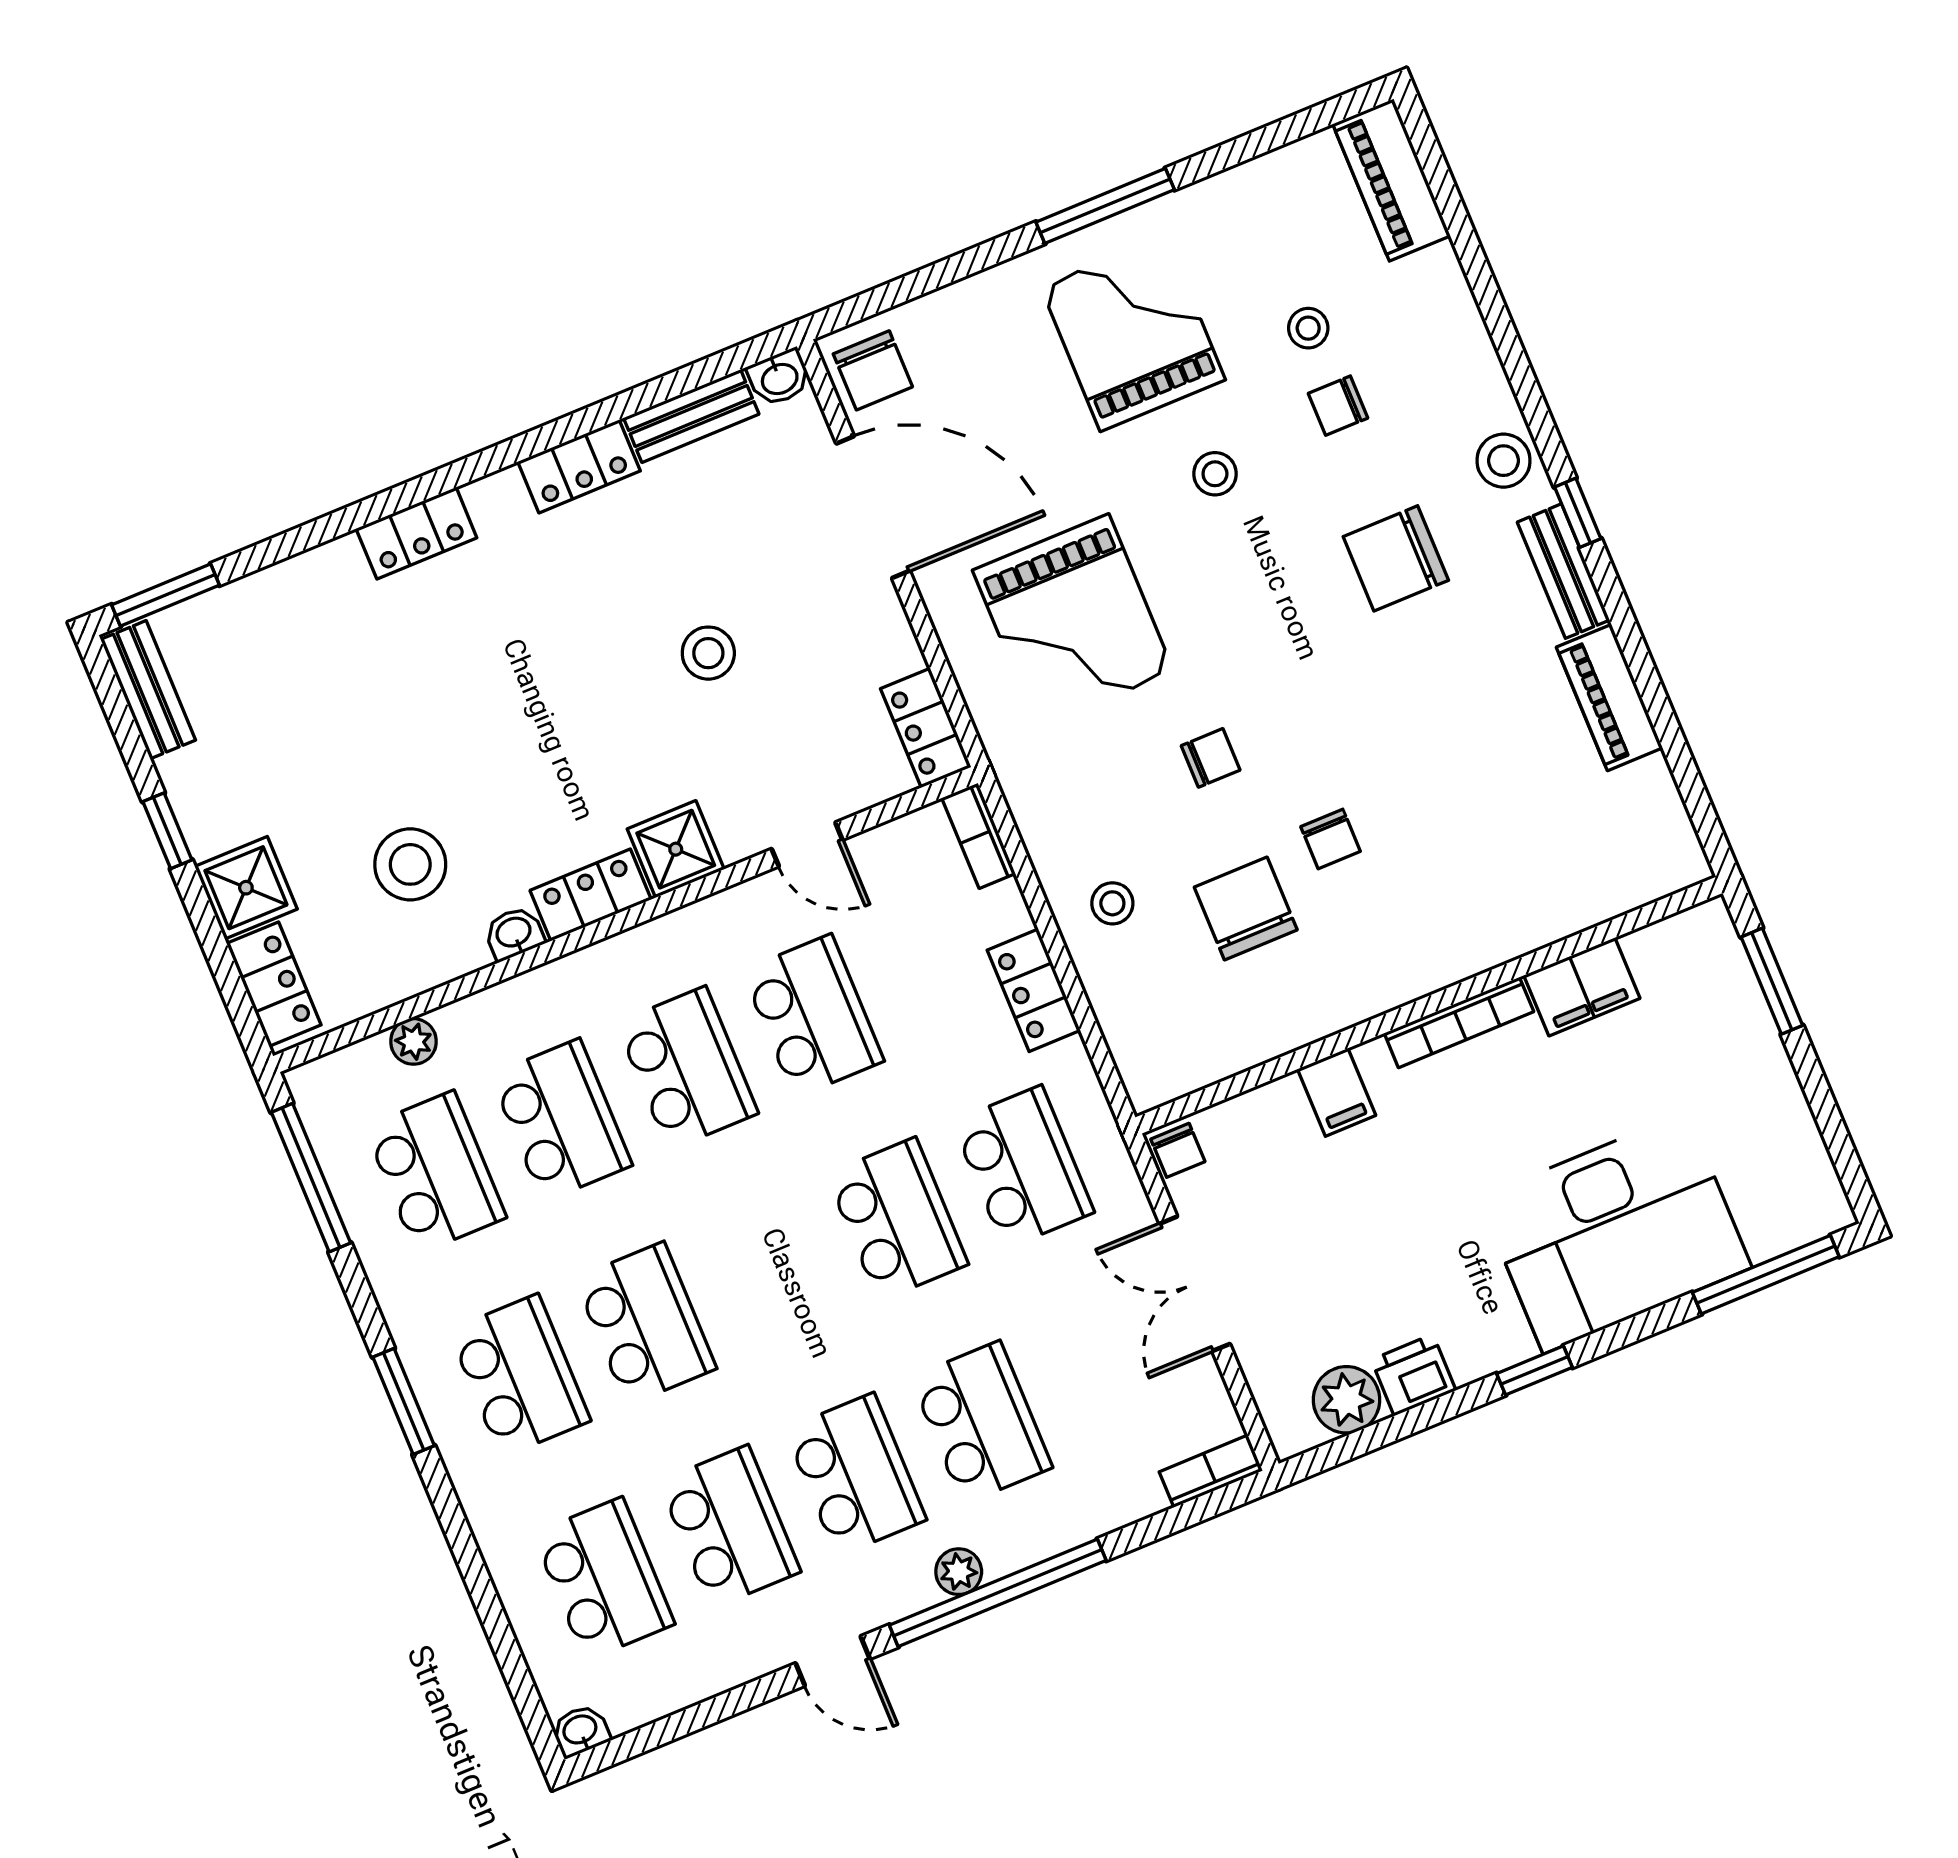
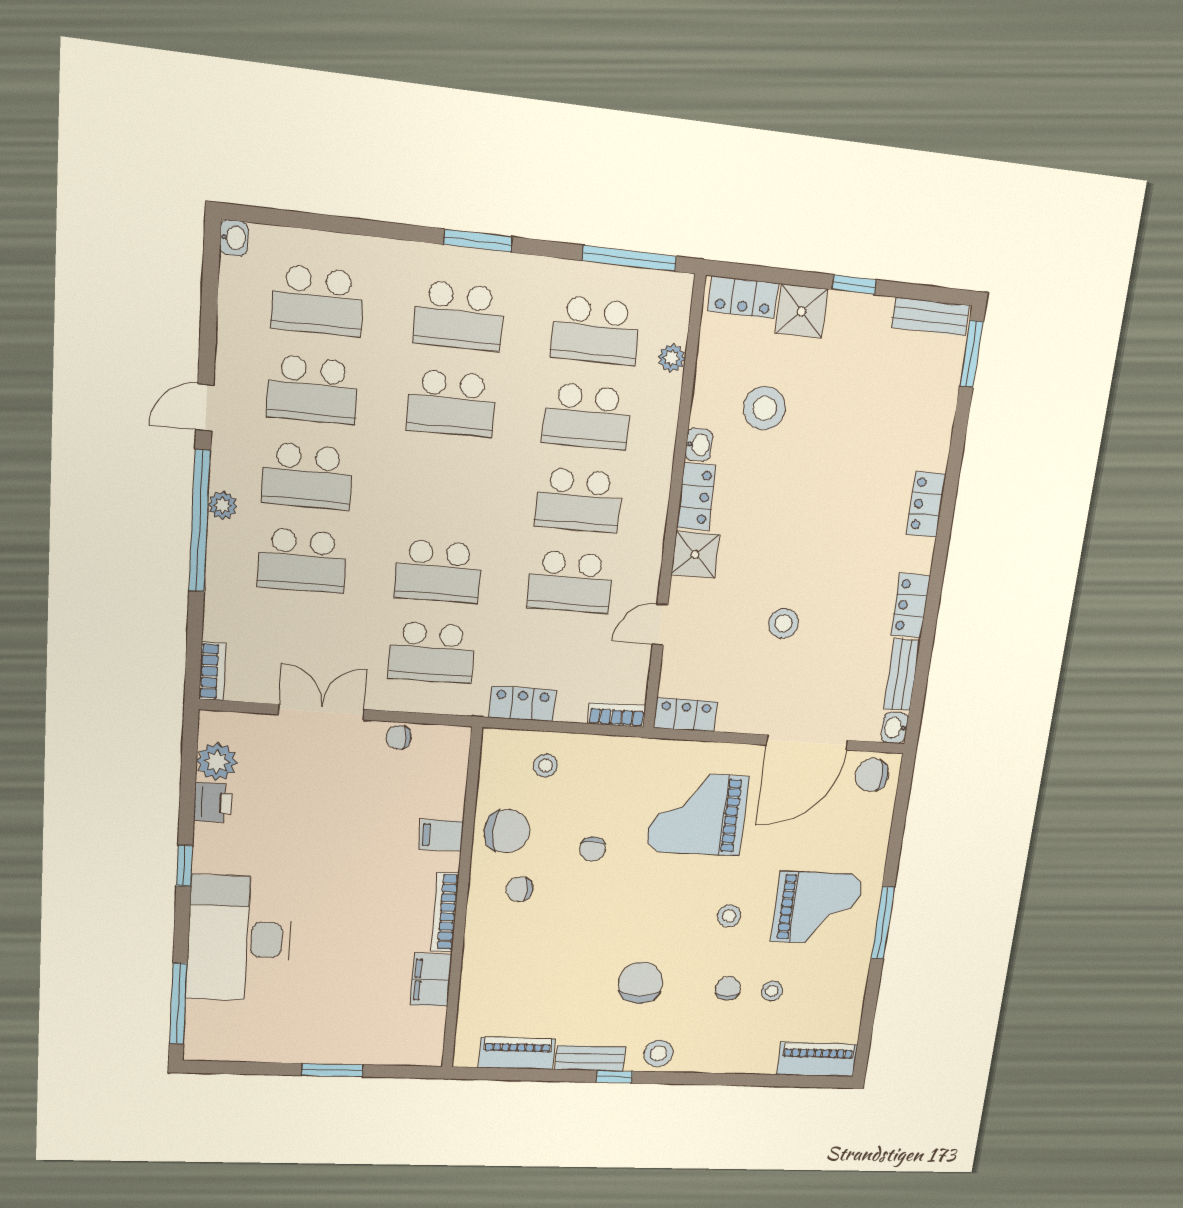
filing cabinet: (1582, 987) -> (431, 980), moved
wall: (1429, 1005) -> (462, 901), moved
bookcase: (1459, 1022) -> (445, 912), moved
filing cabinet: (1337, 1092) -> (441, 835), moved

